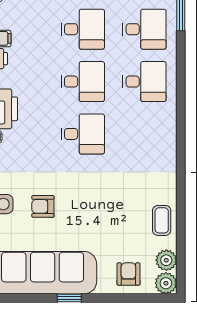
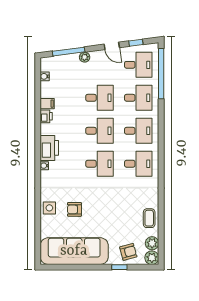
desk: (144, 134) -> (138, 164), added
armchair: (128, 274) -> (128, 252), turned 75
window: (69, 298) -> (119, 267), moved

